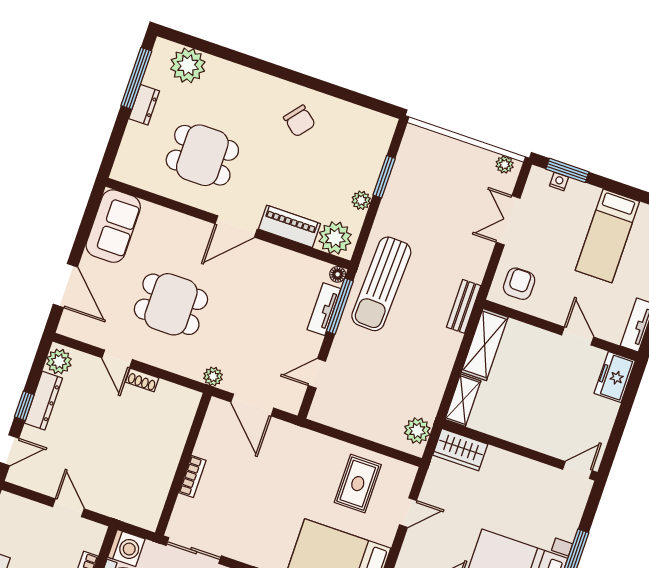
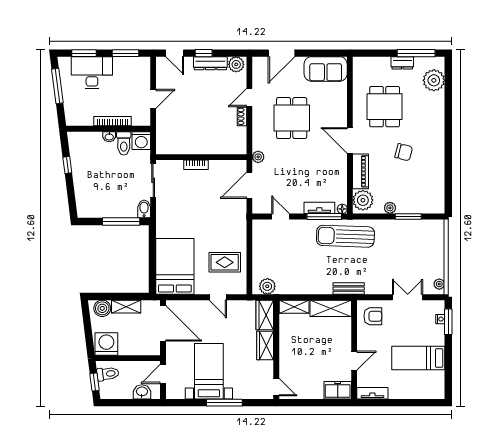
chair: (299, 121) -> (404, 152), moved, turned -115
wardrobe: (507, 465) -> (265, 345), added

